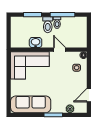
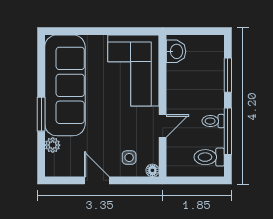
toilet: (48, 25) -> (209, 157), moved
washbasin: (36, 43) -> (176, 51), moved
door: (89, 95) -> (97, 180), moved
sofa: (31, 104) -> (65, 85), width x1.36, depth x1.27

